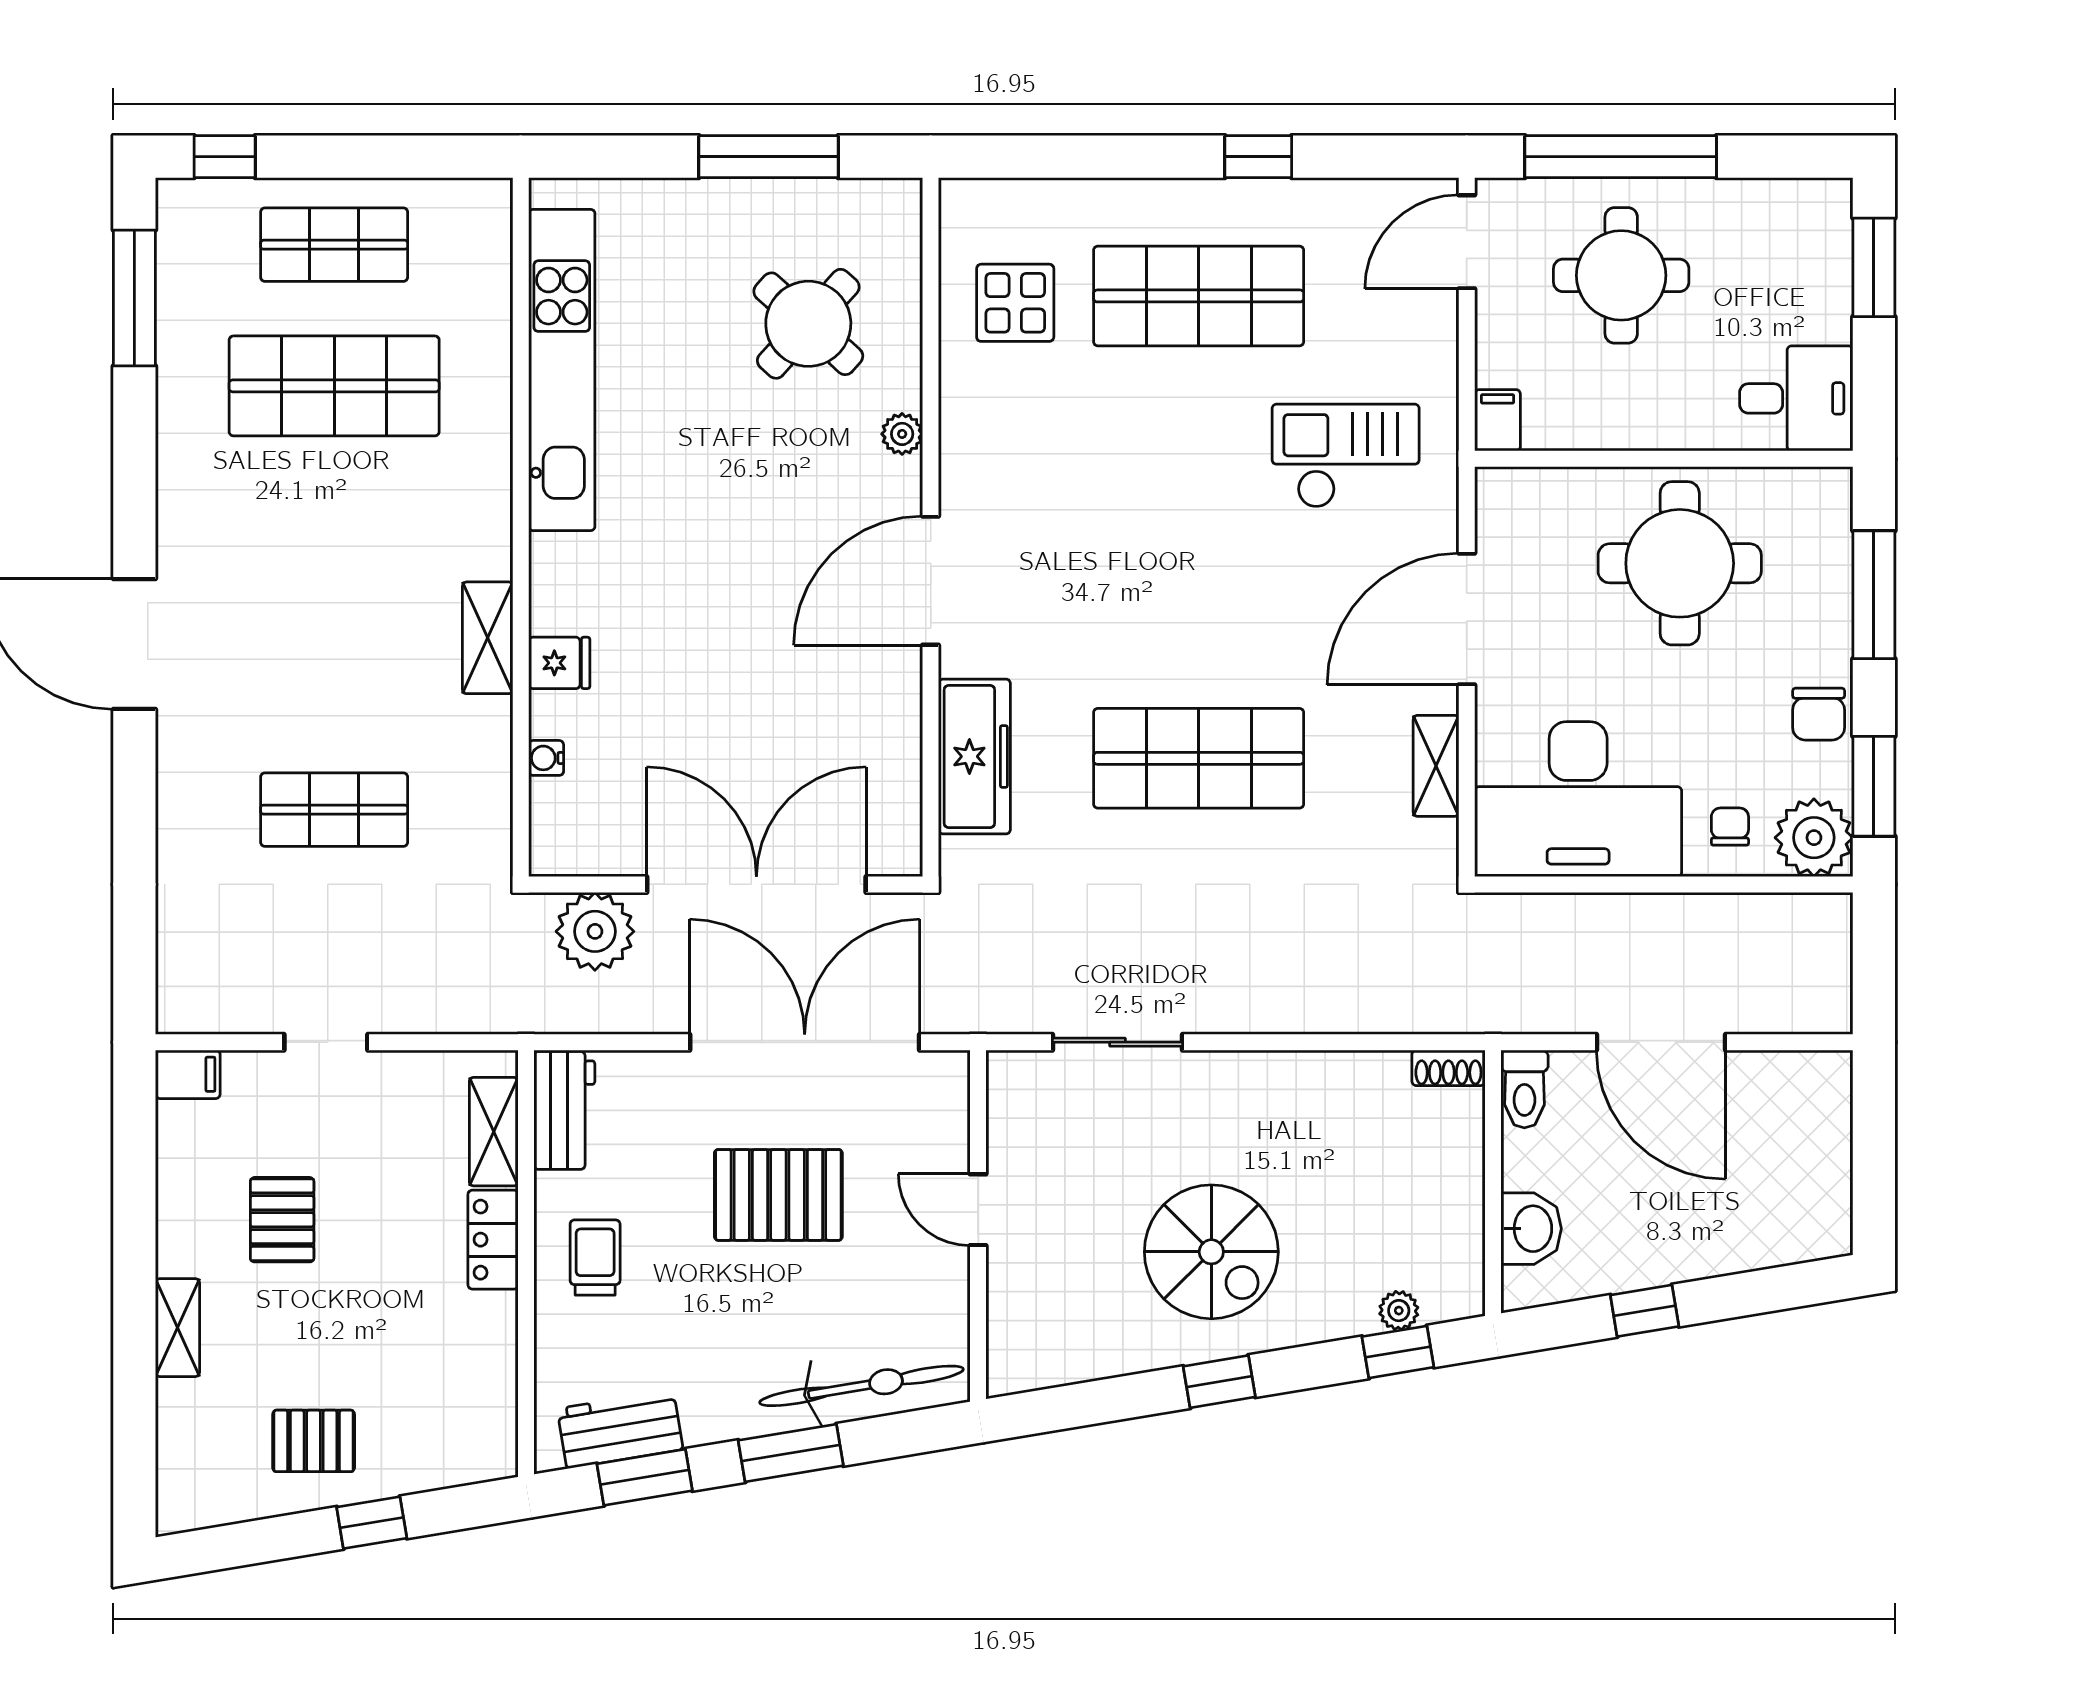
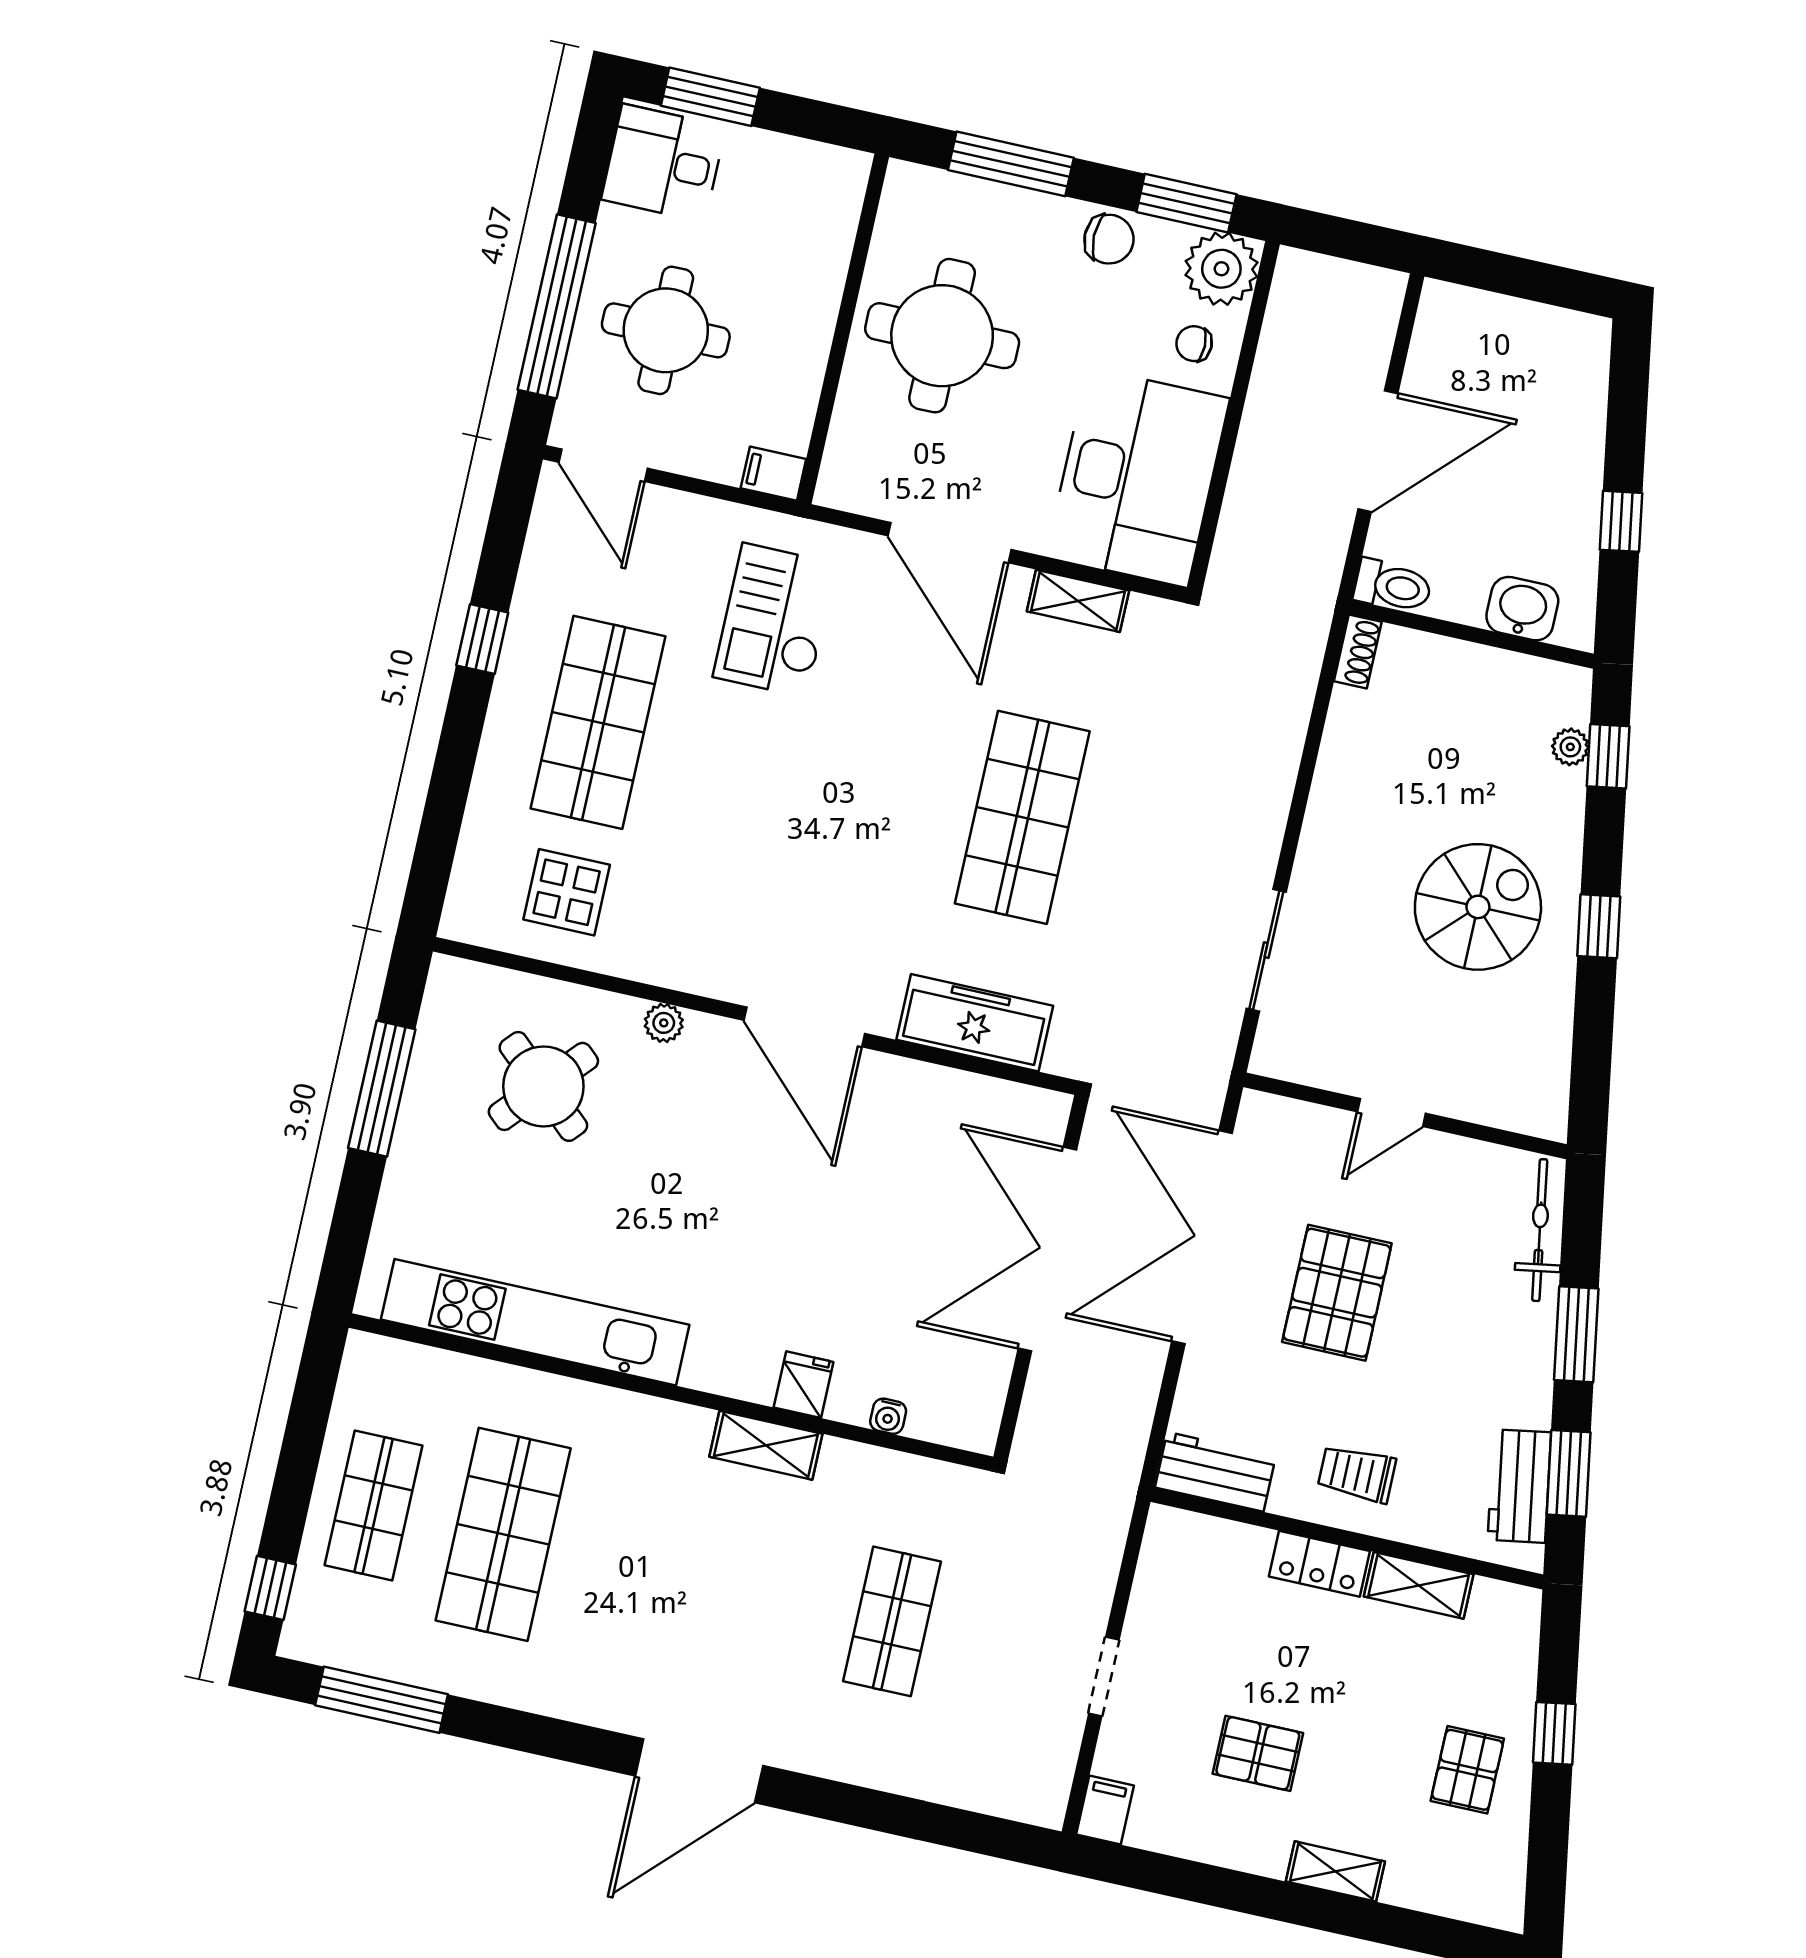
desk: (1796, 398) -> (664, 163), moved, turned -90
plant: (595, 931) -> (1057, 1407), removed
shelving: (494, 1132) -> (1419, 1585), moved
bicycle: (861, 1386) -> (1540, 1230), width x0.73, depth x0.71

